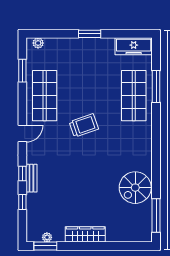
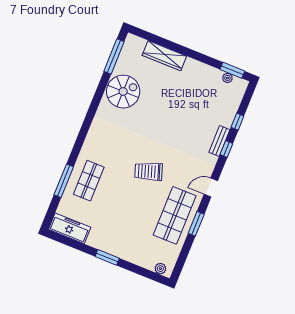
window: (22, 71) -> (196, 224), moved
shop shelf: (134, 96) -> (89, 181), width x0.70, depth x0.74
wardrobe: (85, 234) -> (164, 56), moved

